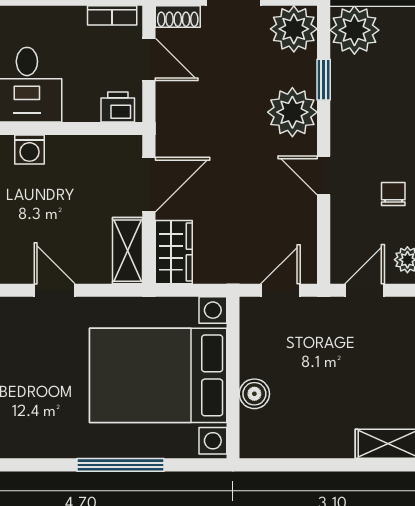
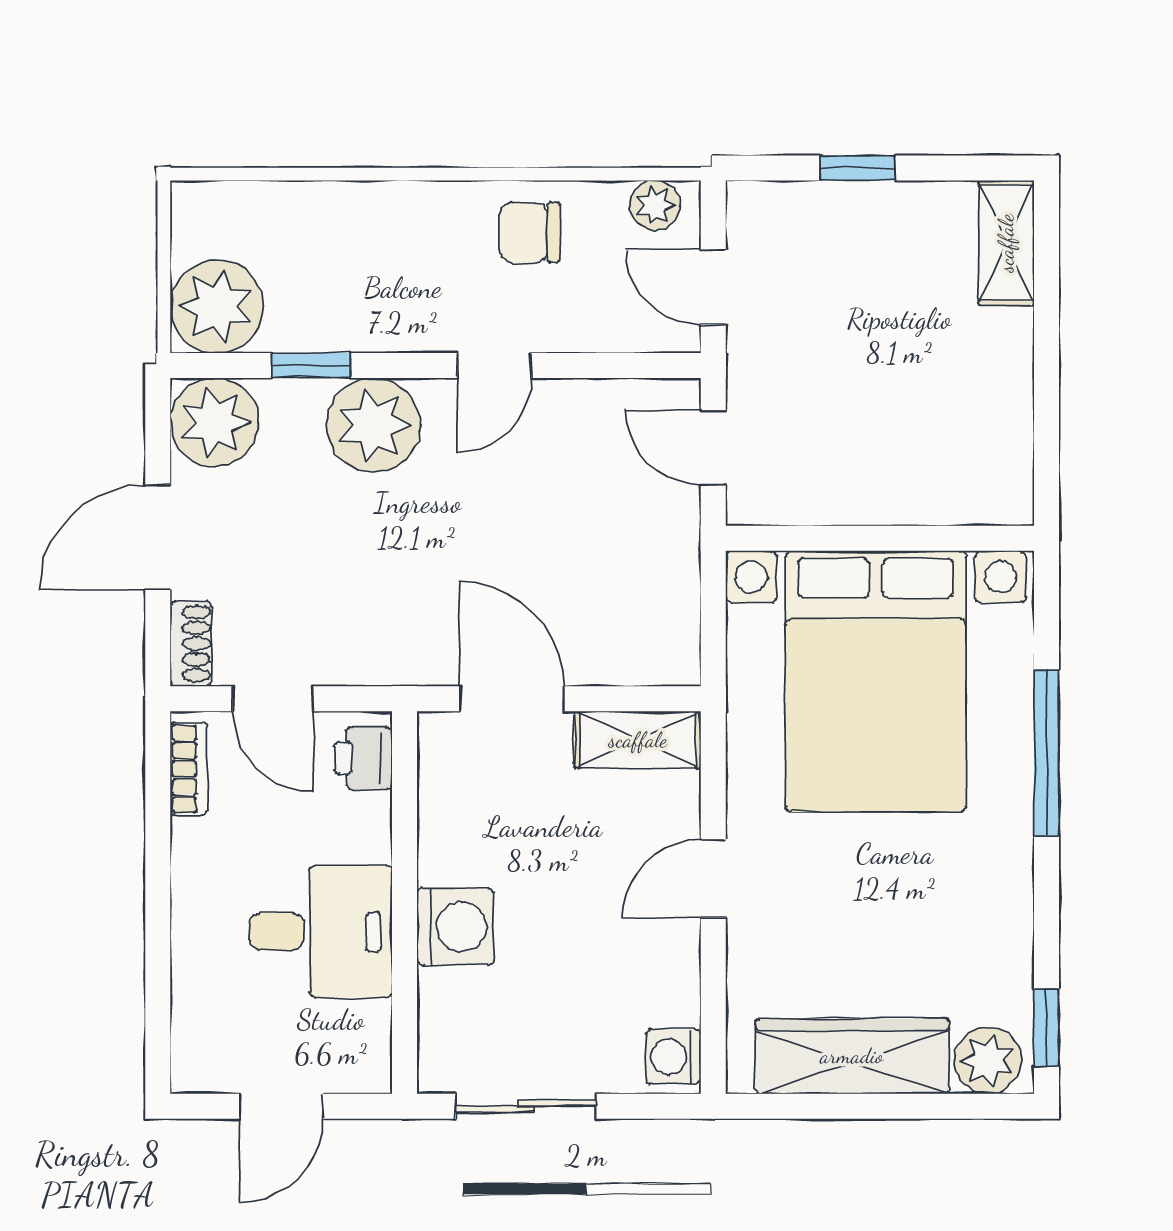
door: (149, 59) -> (273, 699), swing flipped
washing machine: (29, 150) -> (455, 927), width x1.38, depth x1.38
chair: (393, 194) -> (529, 233), width x1.37, depth x1.37
wardrobe: (174, 252) -> (640, 651), removed
boiler: (254, 394) -> (911, 498), removed

